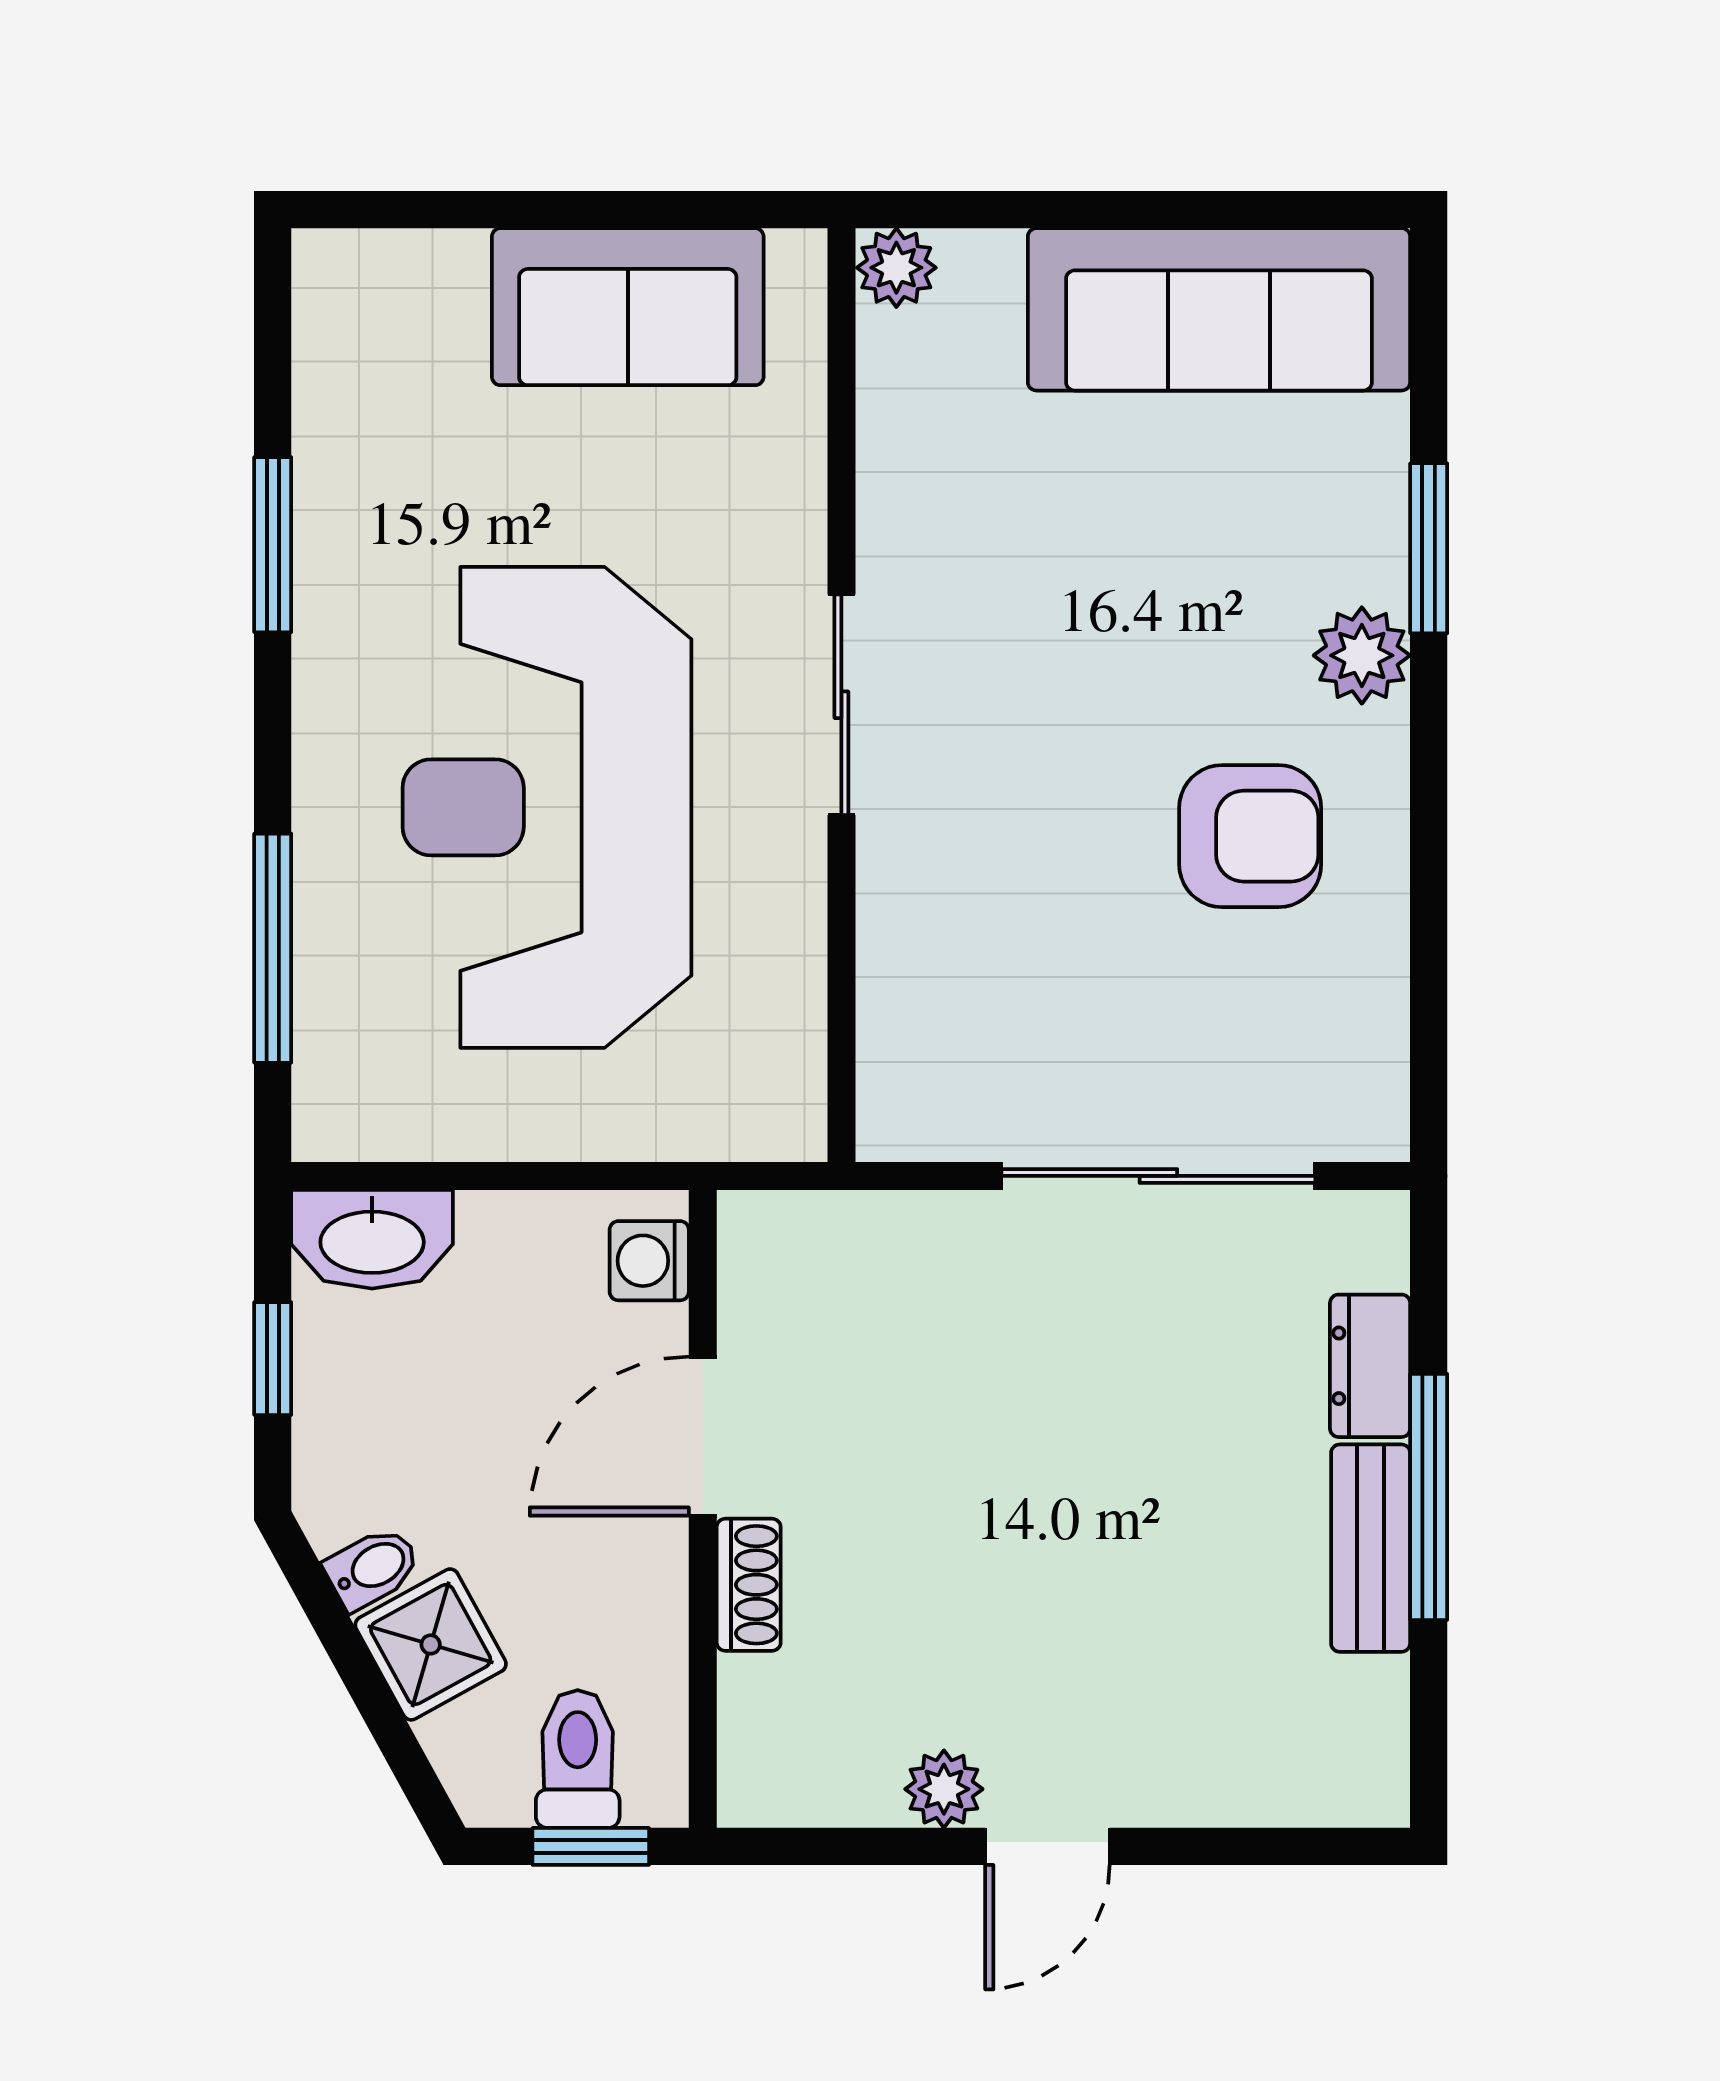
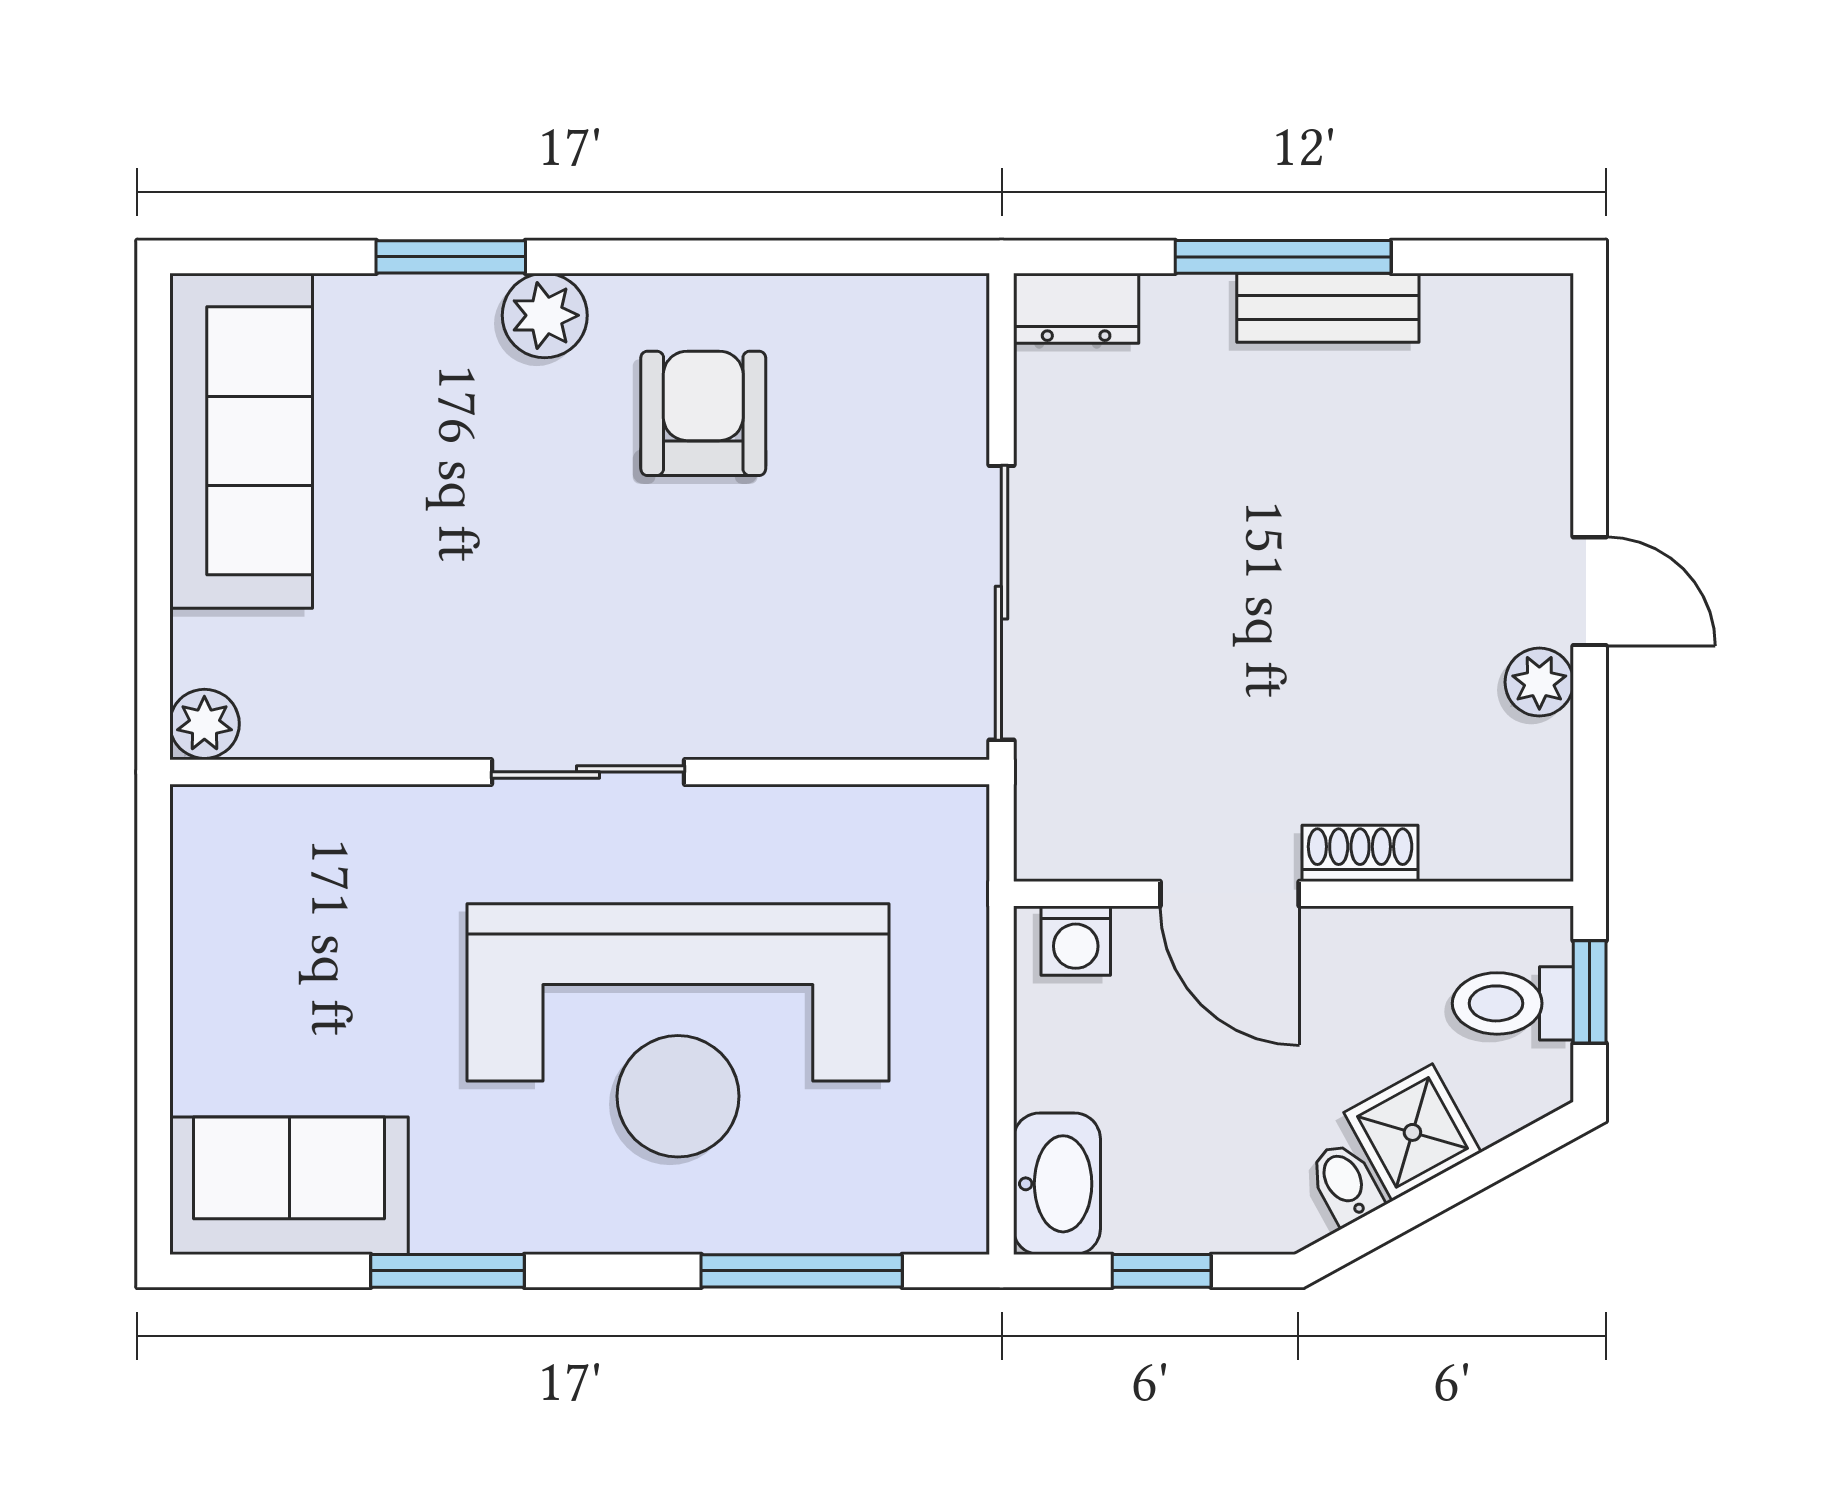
sofa: (628, 307) -> (289, 1186), moved, turned -90
sliding door: (1158, 1176) -> (1001, 603), moved
dresser: (1370, 1366) -> (1076, 308), moved

